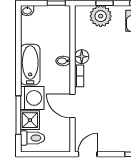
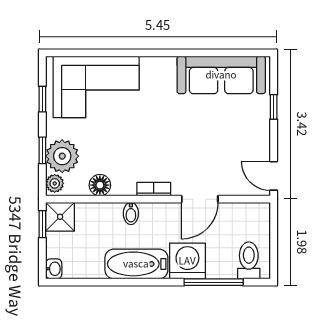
plant: (83, 11) -> (55, 183), added
floor lamp: (82, 57) -> (100, 185), moved
shower: (30, 120) -> (60, 217), moved

